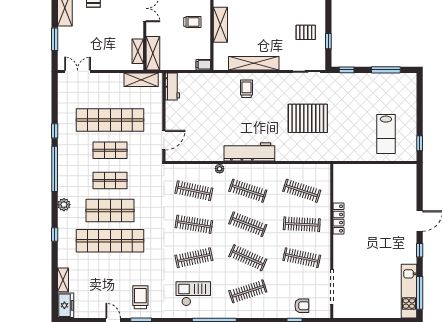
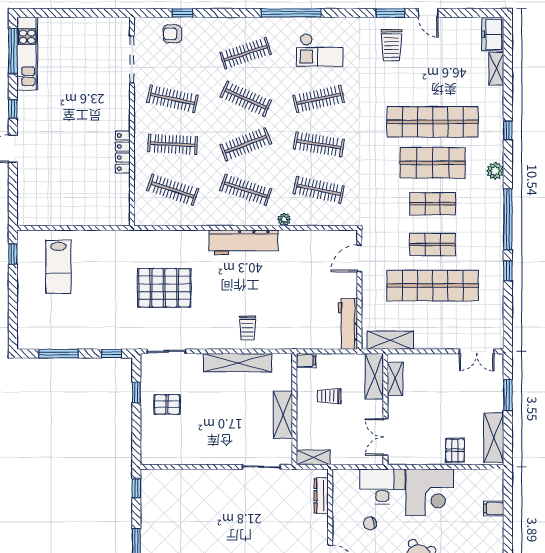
trolley: (192, 22) -> (329, 396), moved
workbench: (172, 87) -> (348, 324), width x1.38
lab bench: (386, 134) -> (58, 267), turned 180
clothes rail: (248, 224) -> (246, 144), turned -42

